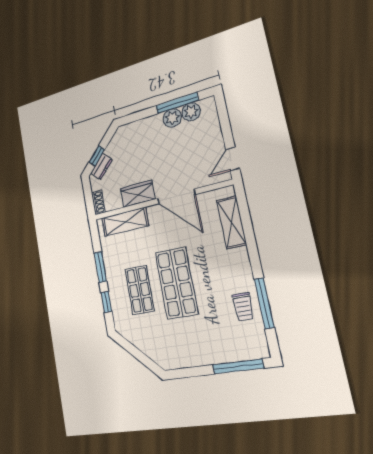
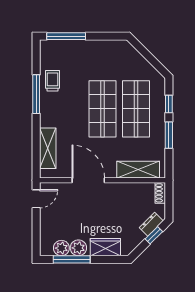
wardrobe: (138, 194) -> (105, 247), moved, turned 180
shop shelf: (140, 290) -> (136, 109), width x1.43, depth x1.36
window: (264, 303) -> (36, 94), moved

